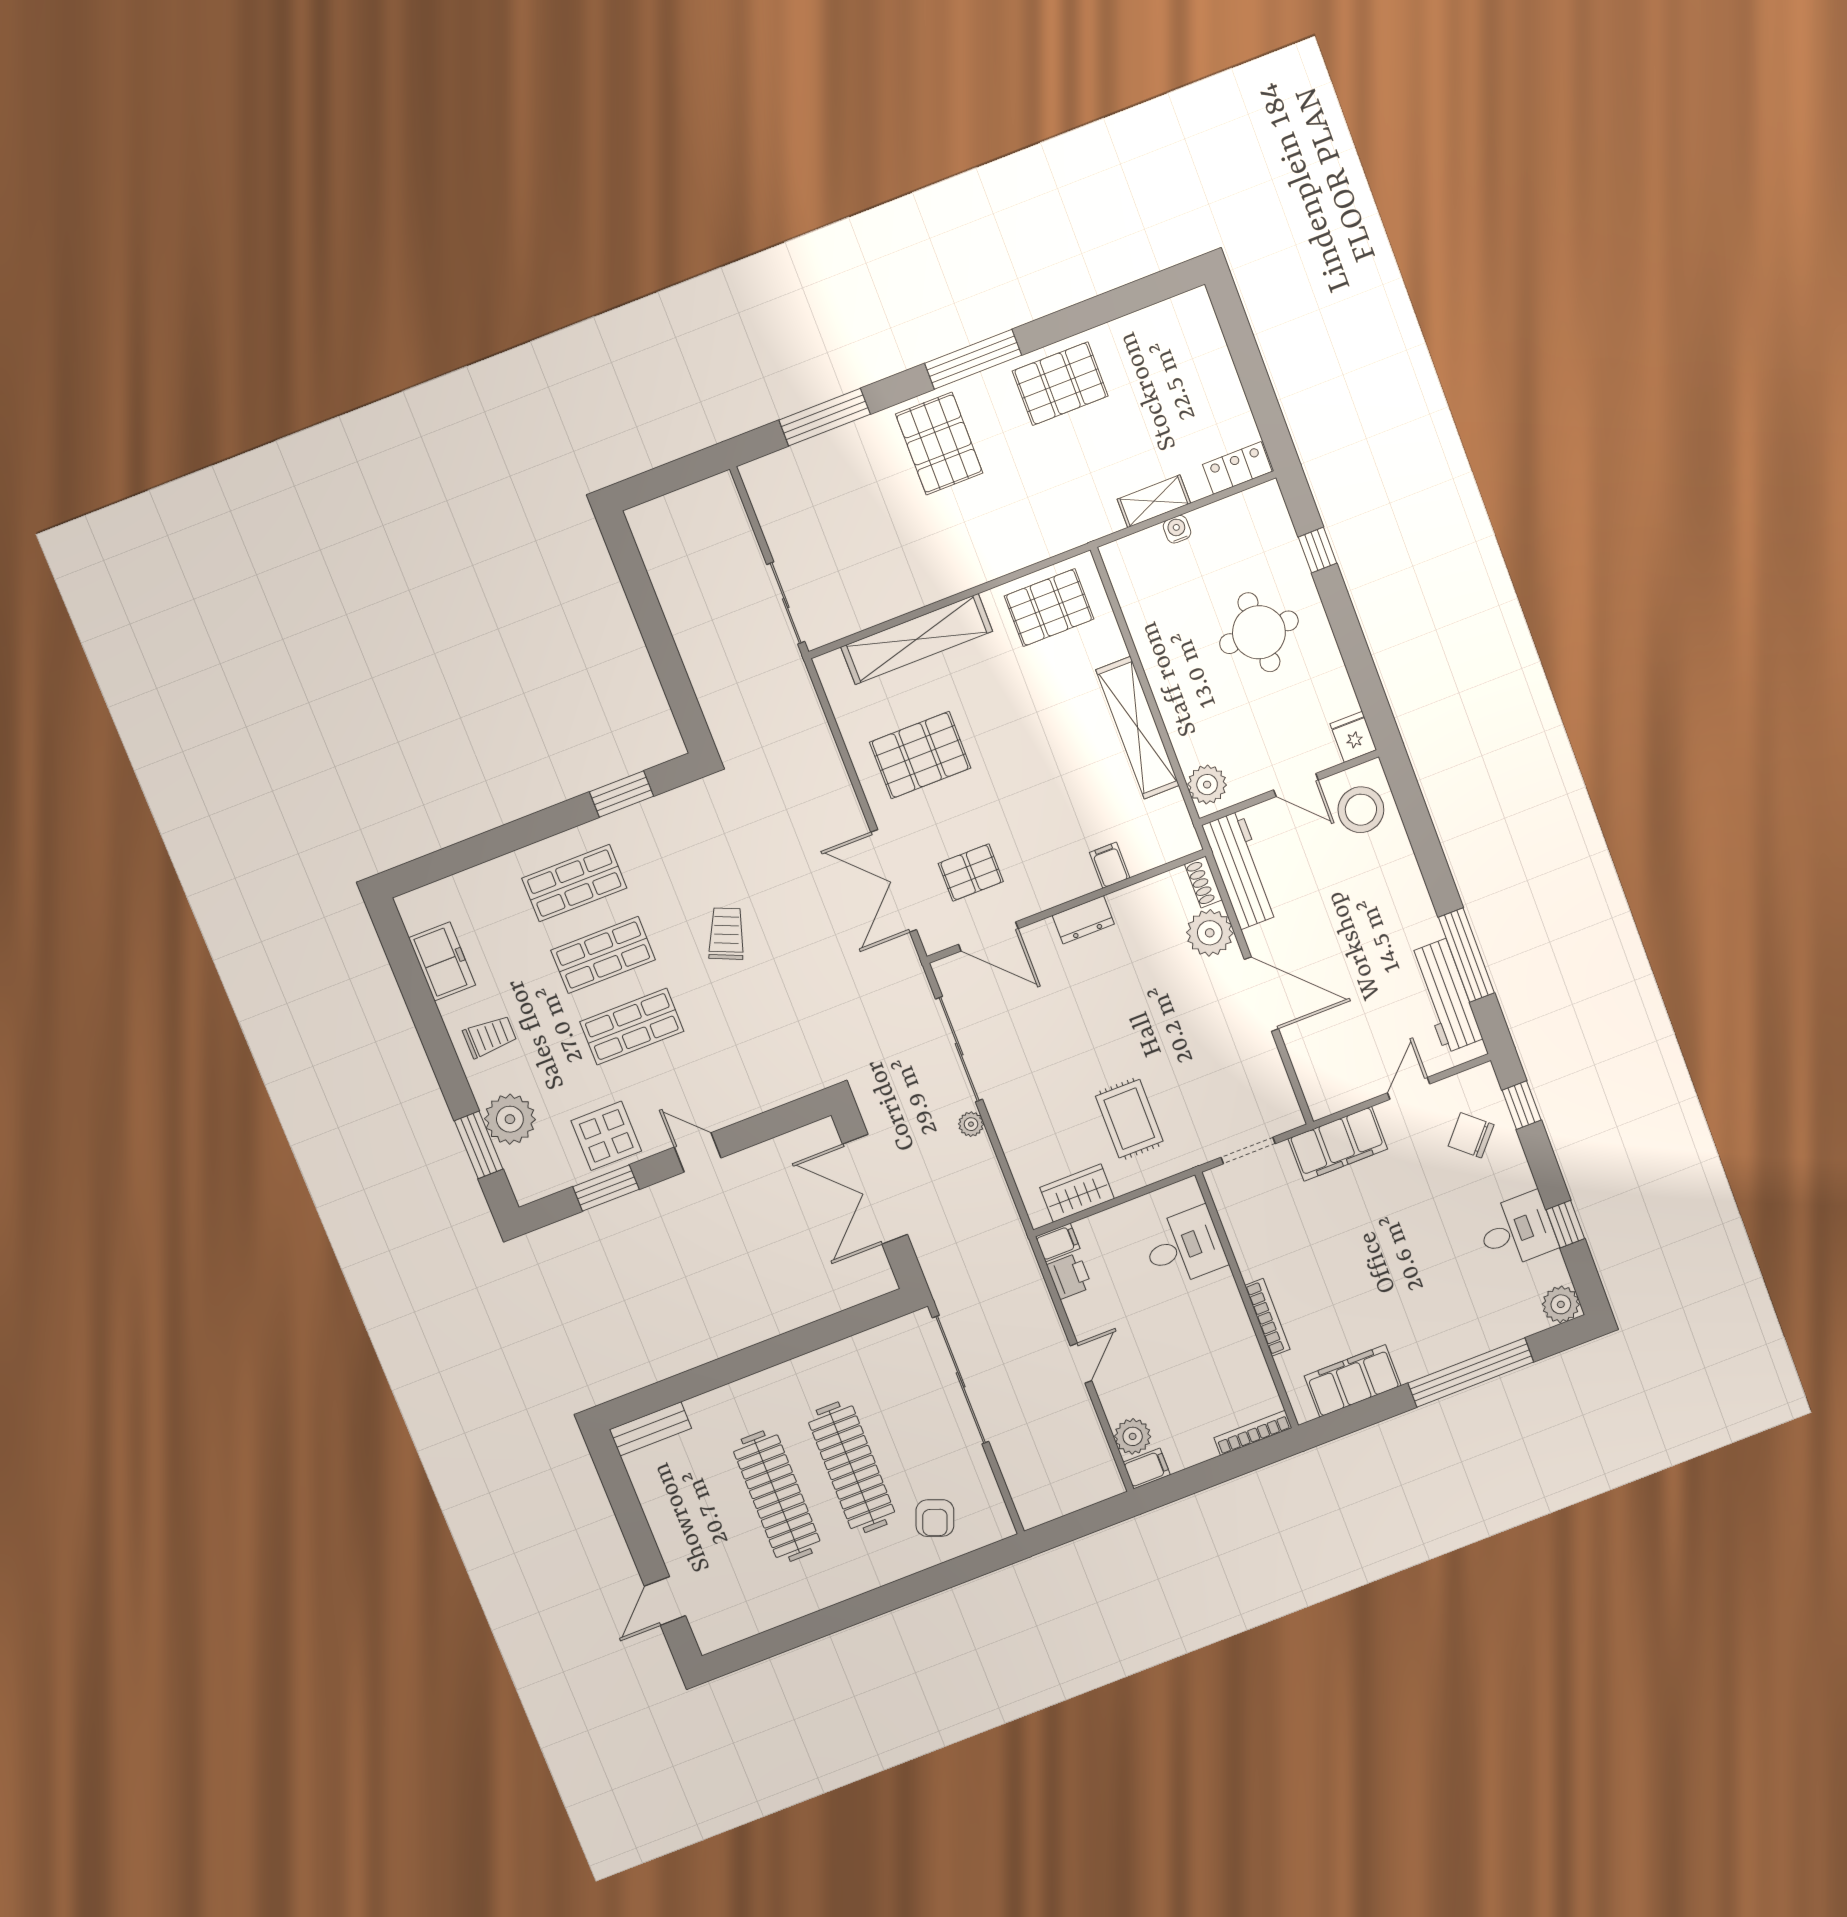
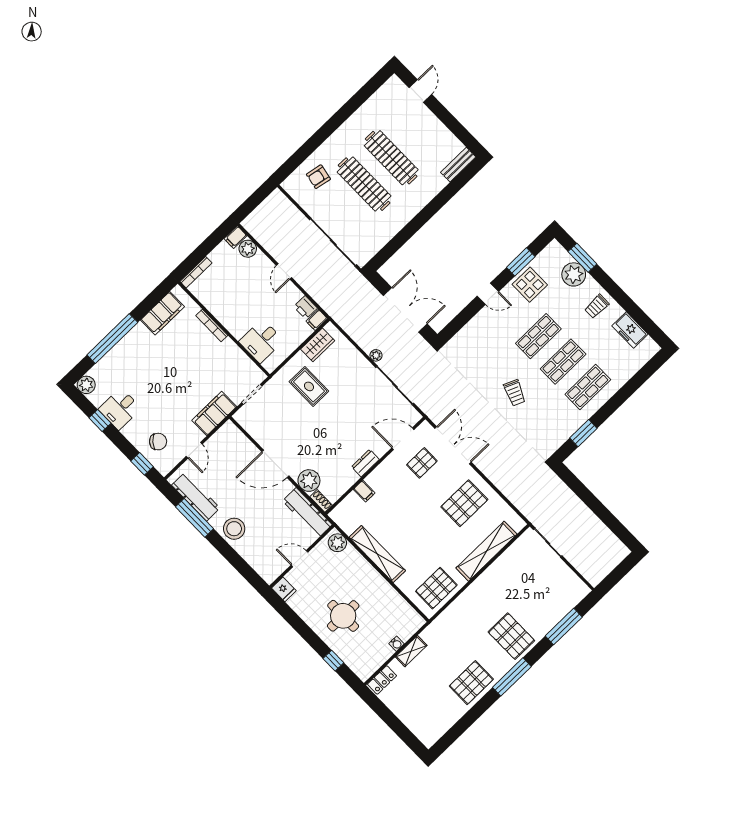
stool: (1361, 810) -> (234, 529), moved
armchair: (935, 1518) -> (318, 177), turned -100

